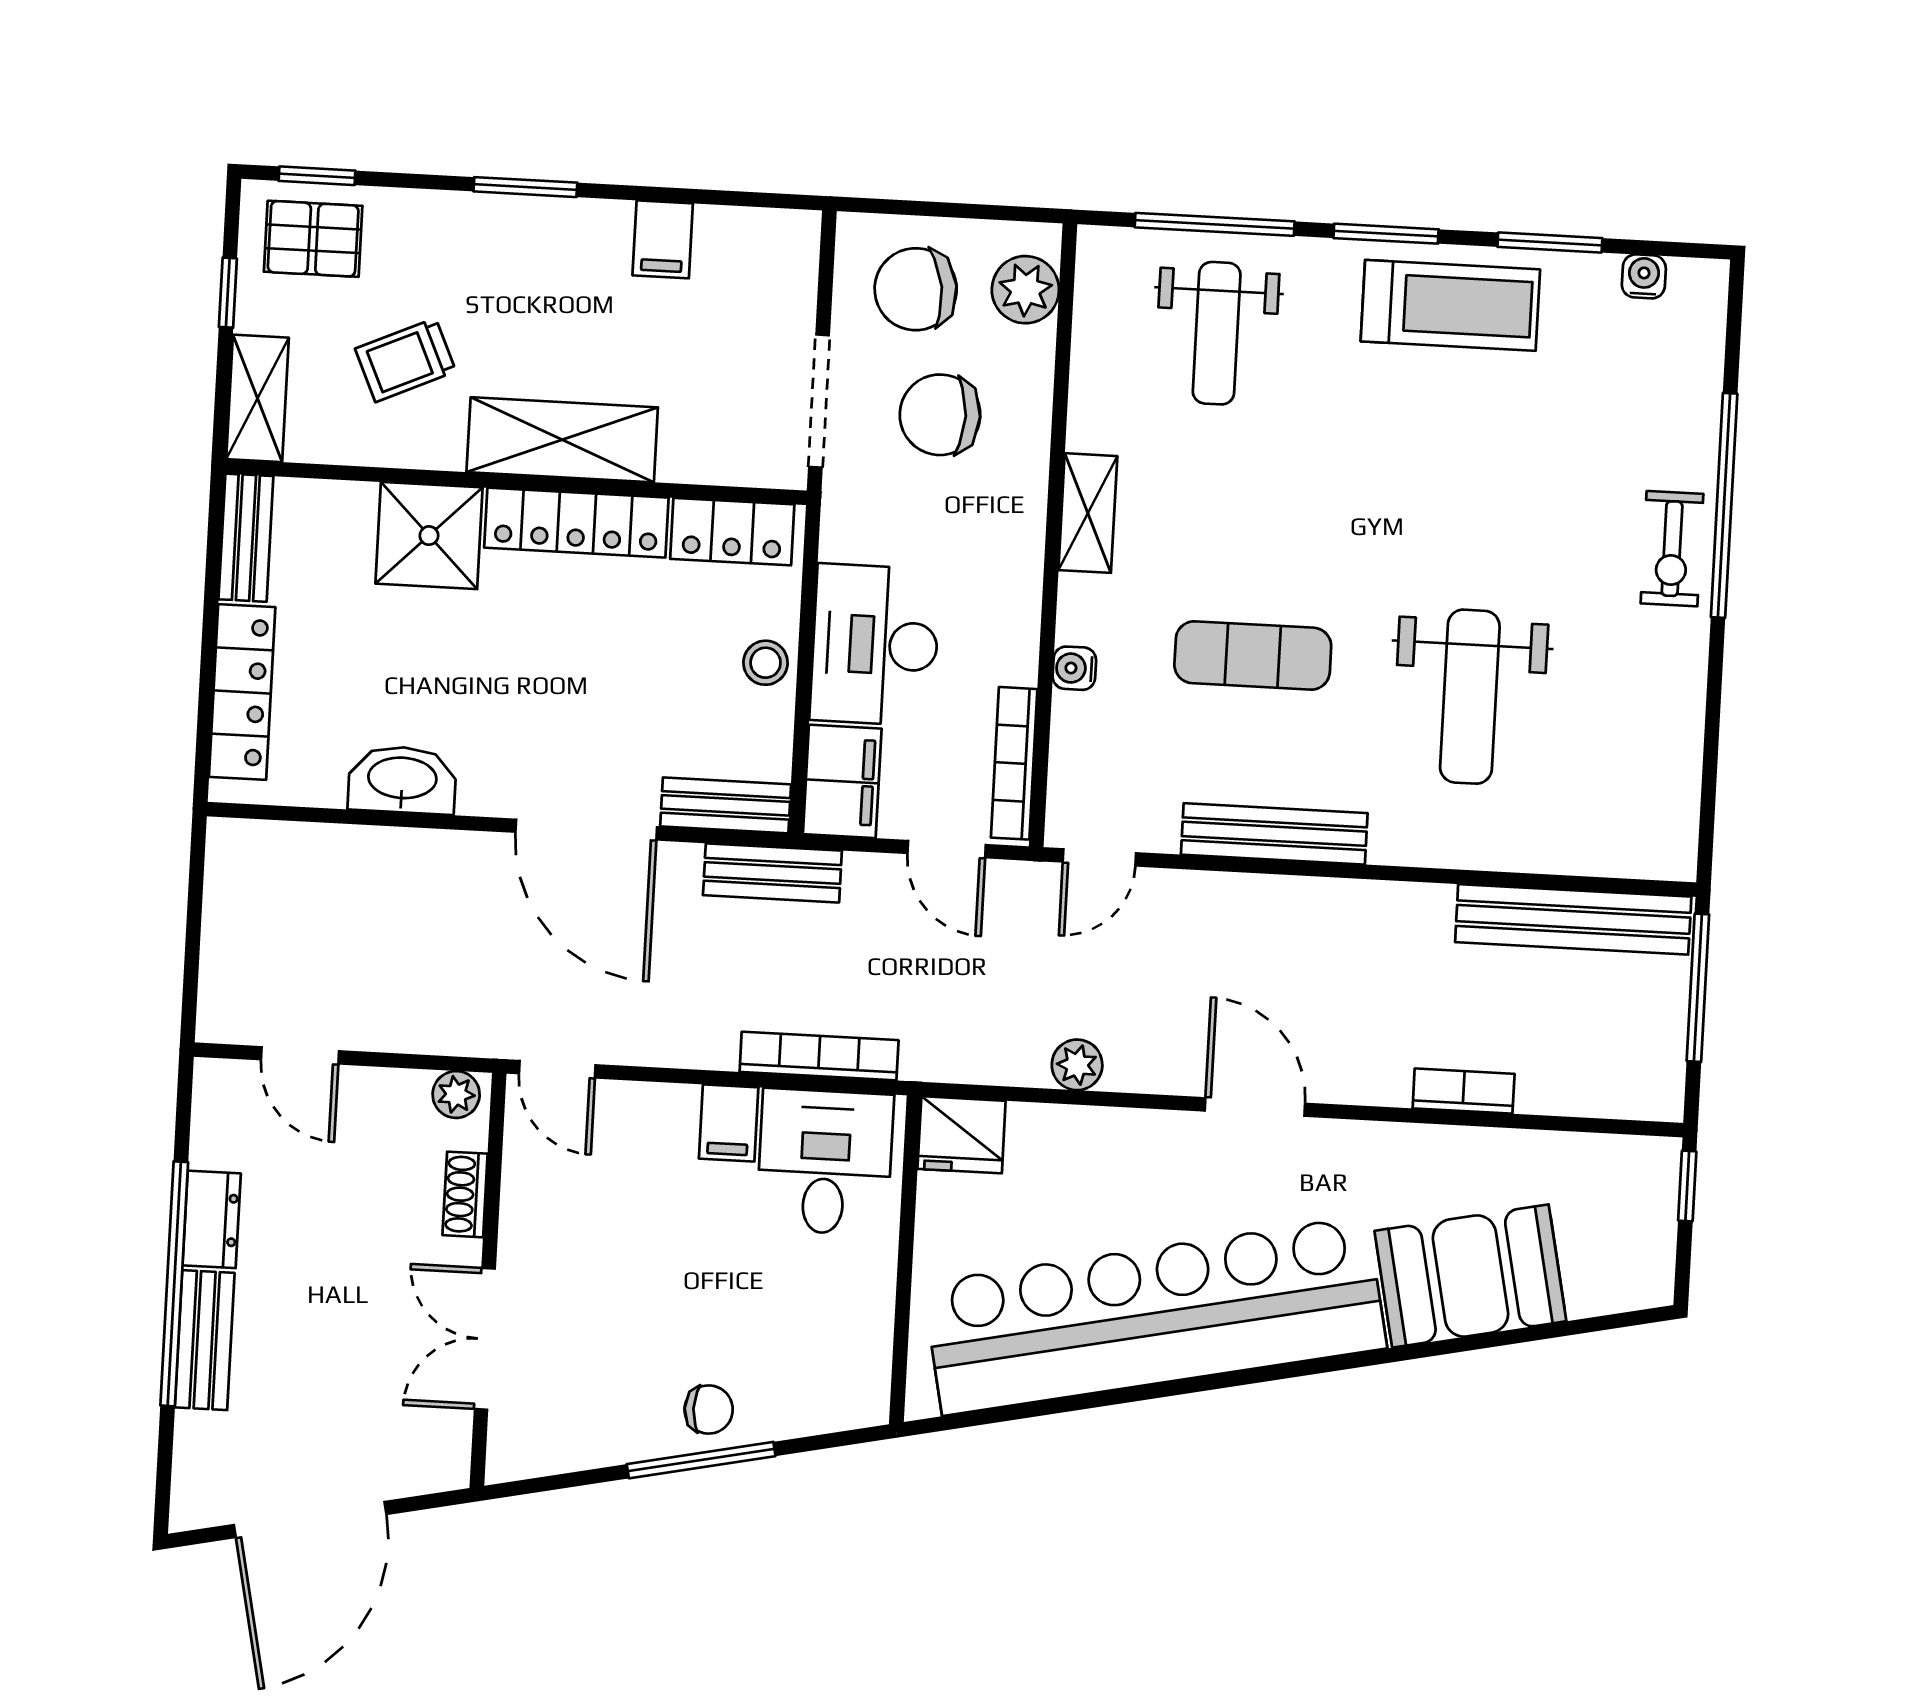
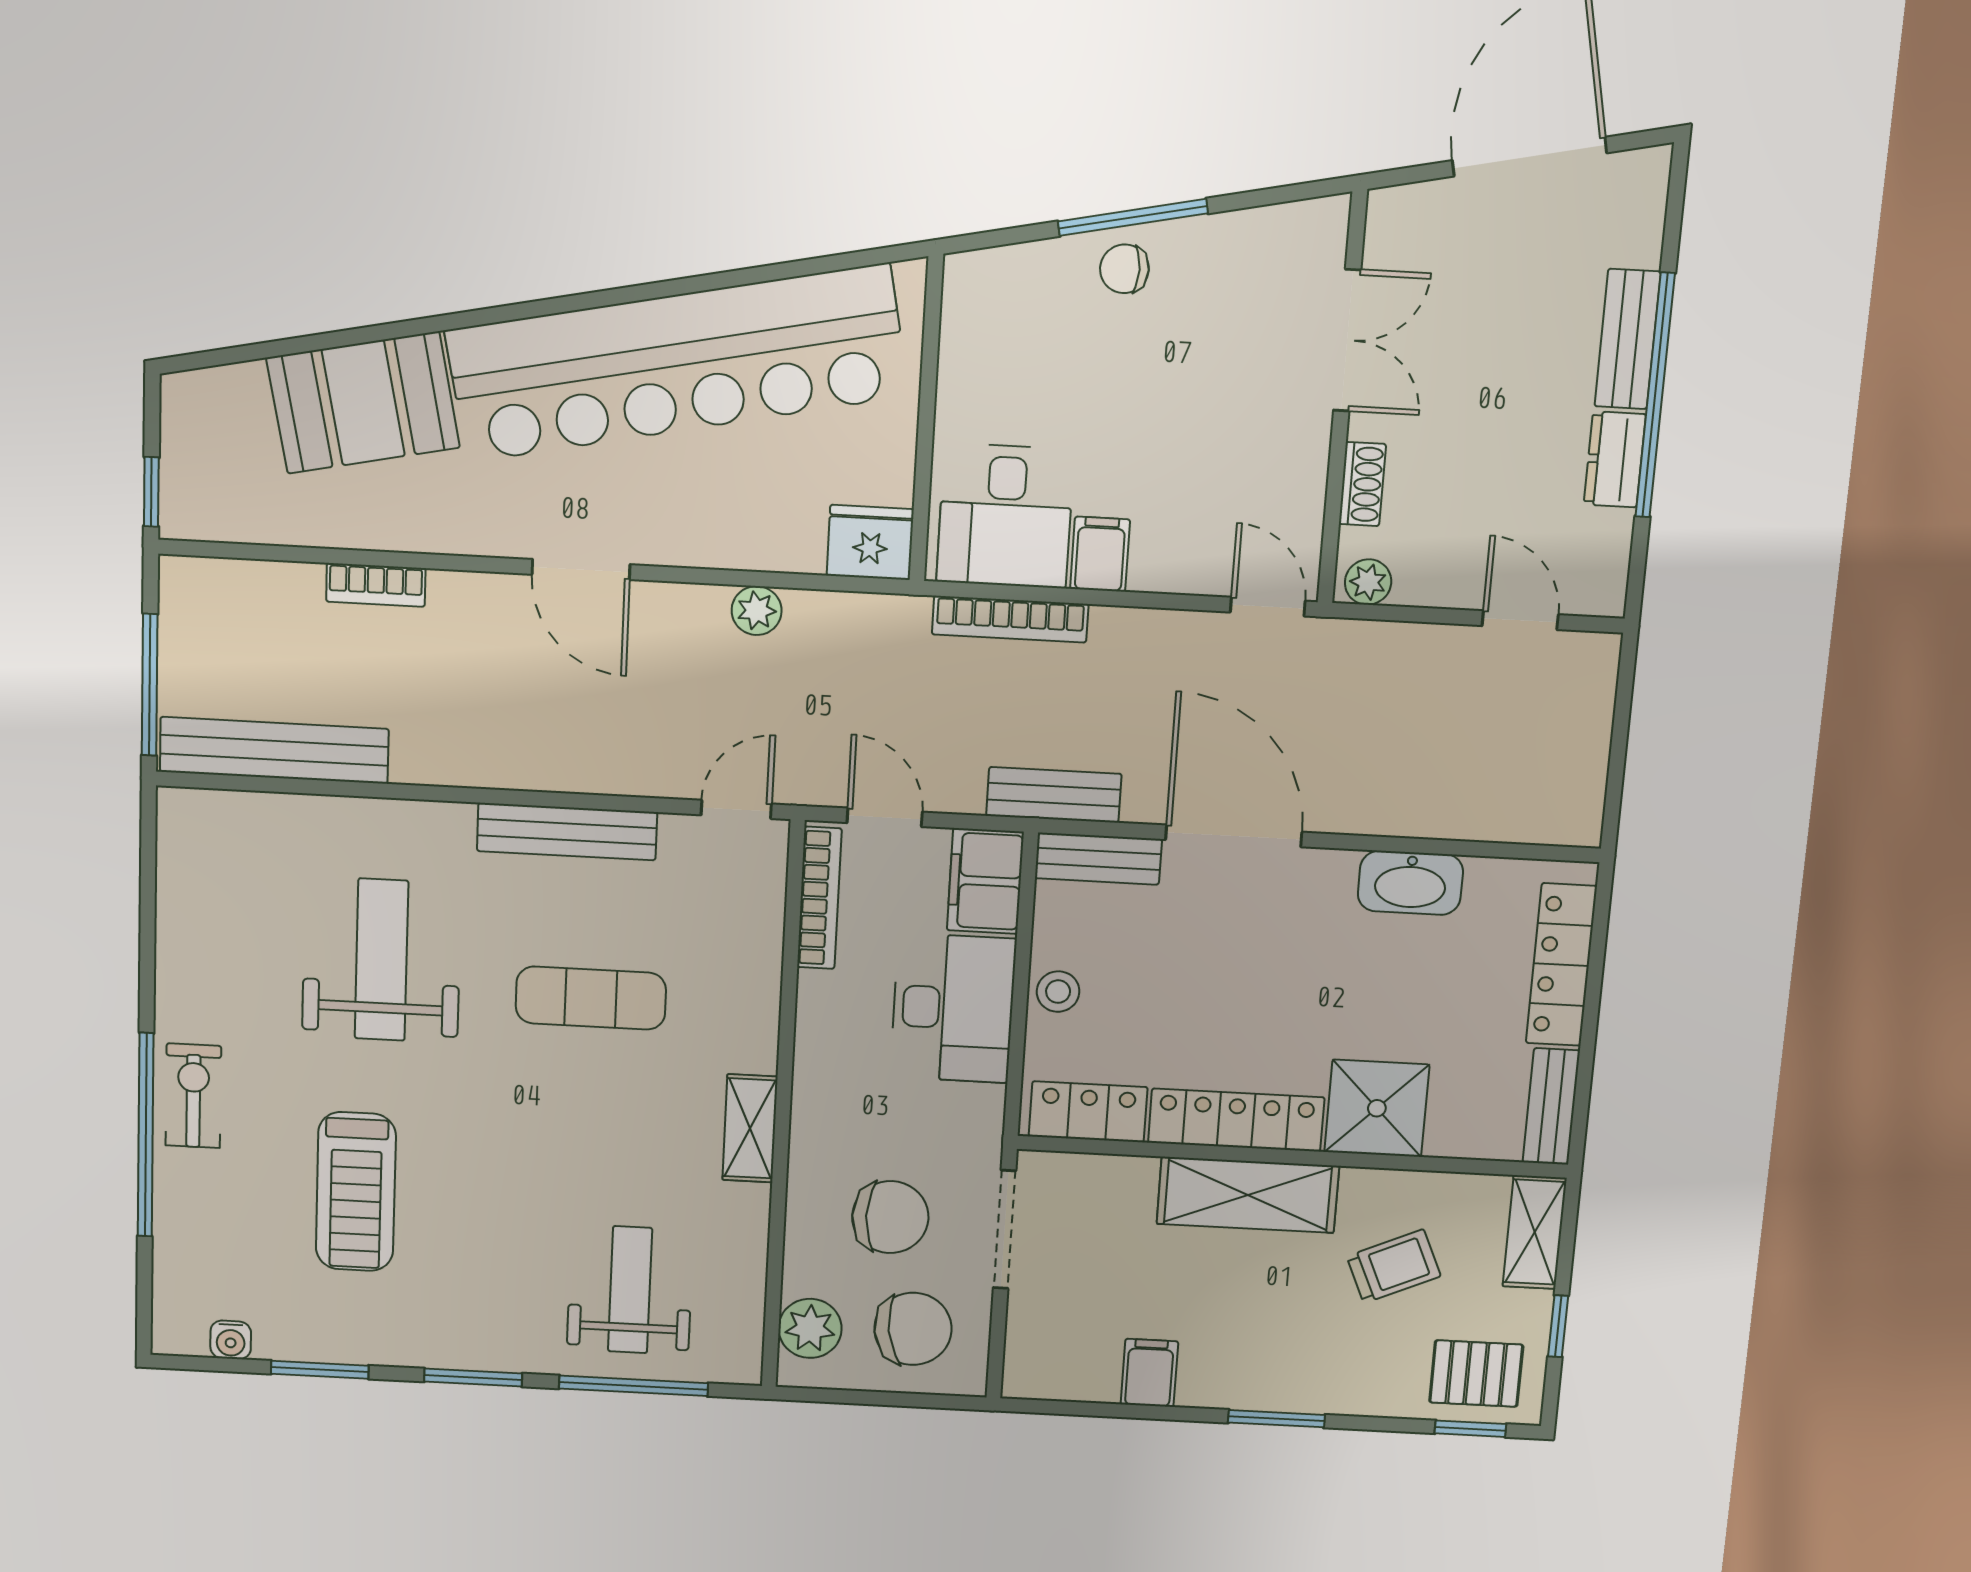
treadmill: (1450, 305) -> (356, 1192), moved, turned -90
water cooler: (1074, 668) -> (762, 986), removed

